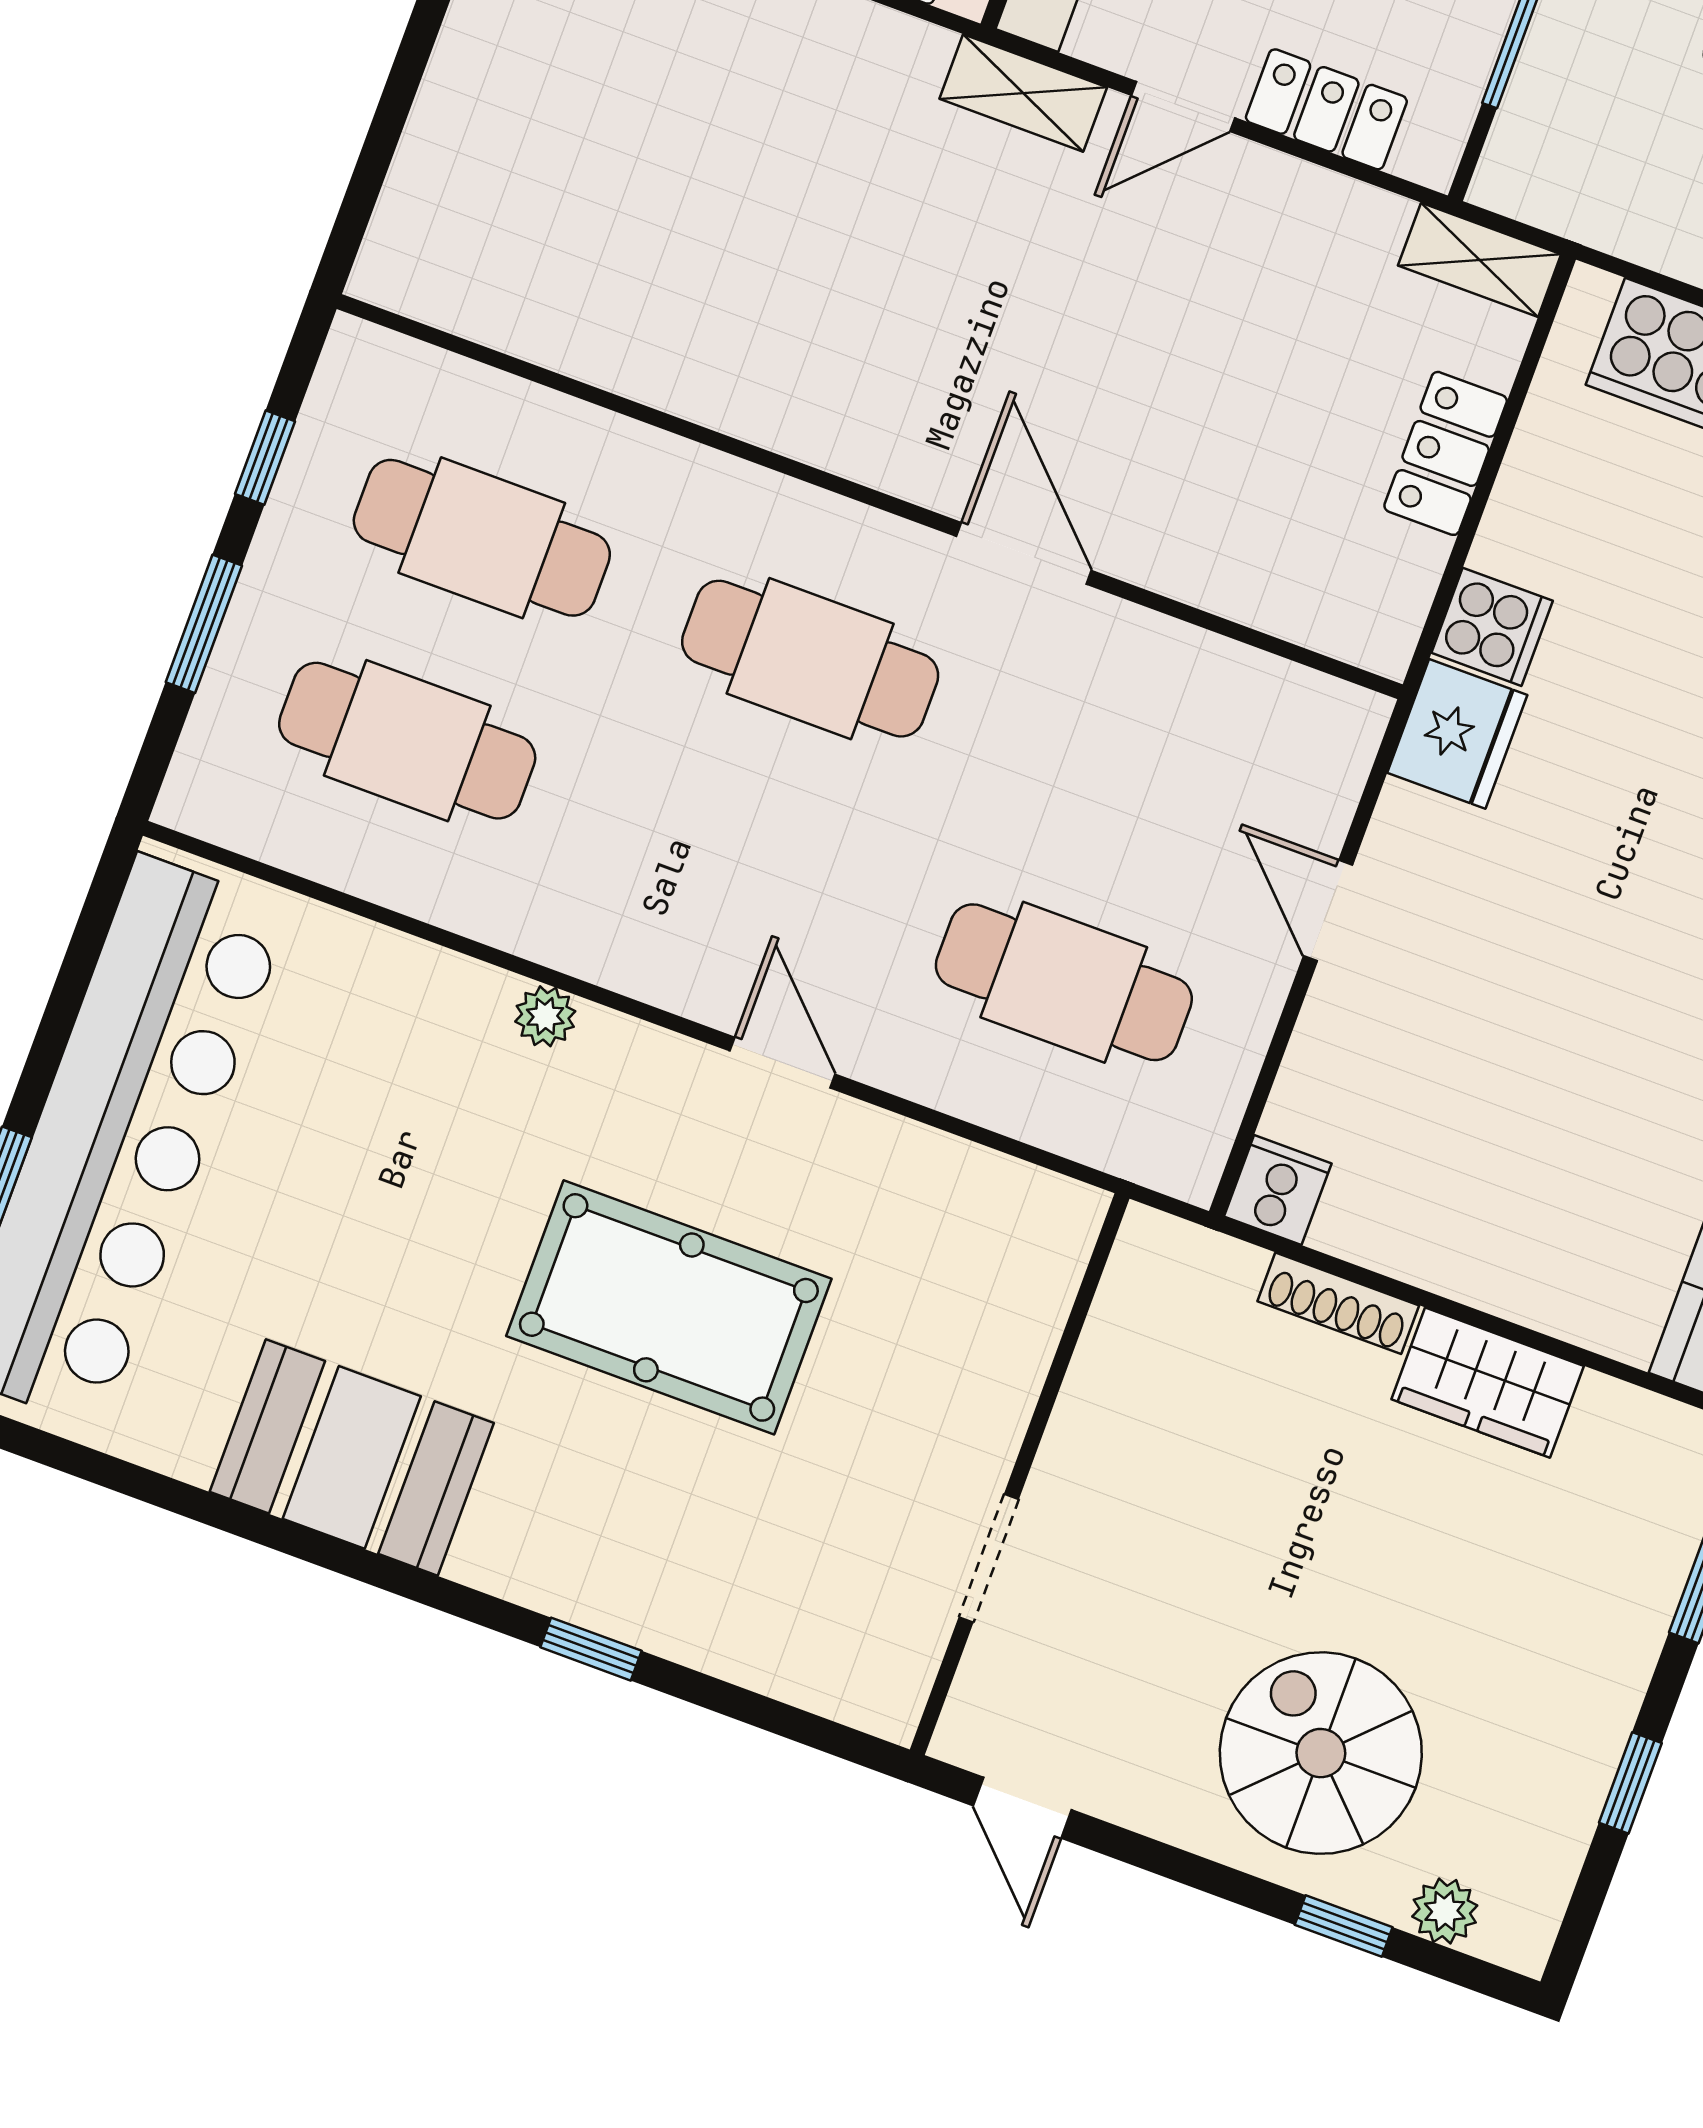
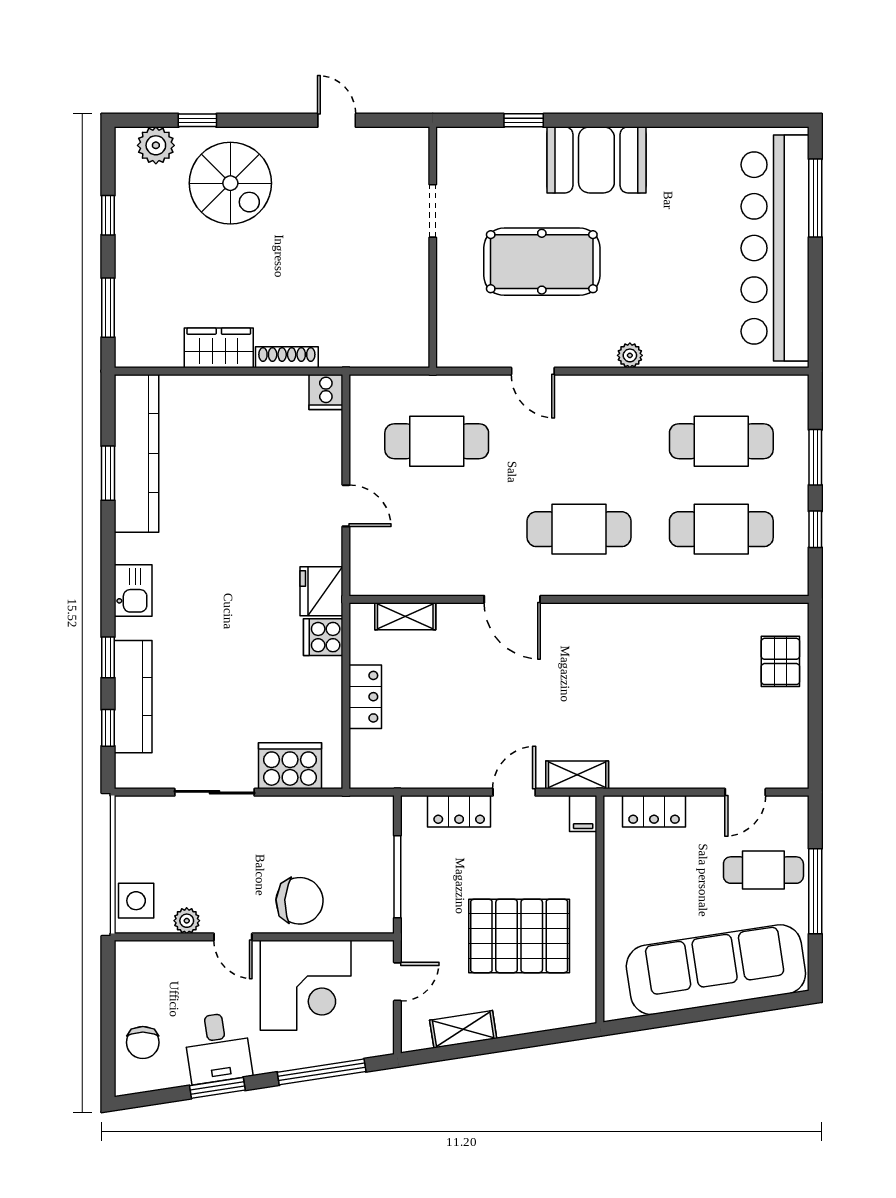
pallet: (458, 182) -> (780, 661), added
shelving: (1480, 260) -> (405, 616), moved
booth: (352, 1457) -> (596, 160), moved
wall: (1020, 1474) -> (433, 247), moved
doorway: (989, 1558) -> (433, 211), moved
plant: (1445, 1911) -> (156, 145), width x1.38, depth x1.38

